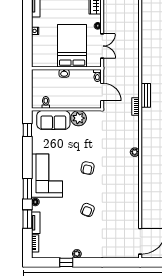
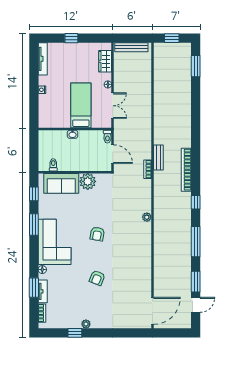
bed: (72, 46) -> (81, 105), width x0.67
window: (27, 189) -> (34, 225), moved

